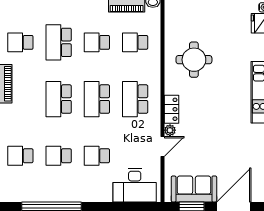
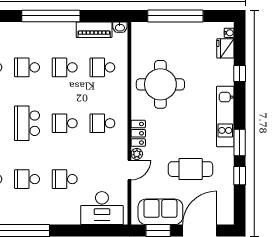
school desk: (59, 42) -> (27, 67), width x0.54
round table: (194, 60) -> (160, 84), width x1.36, depth x1.36
school desk: (97, 99) -> (65, 123), width x0.54
school desk: (135, 99) -> (102, 123), width x0.54
cafe table: (225, 146) -> (191, 169), added

